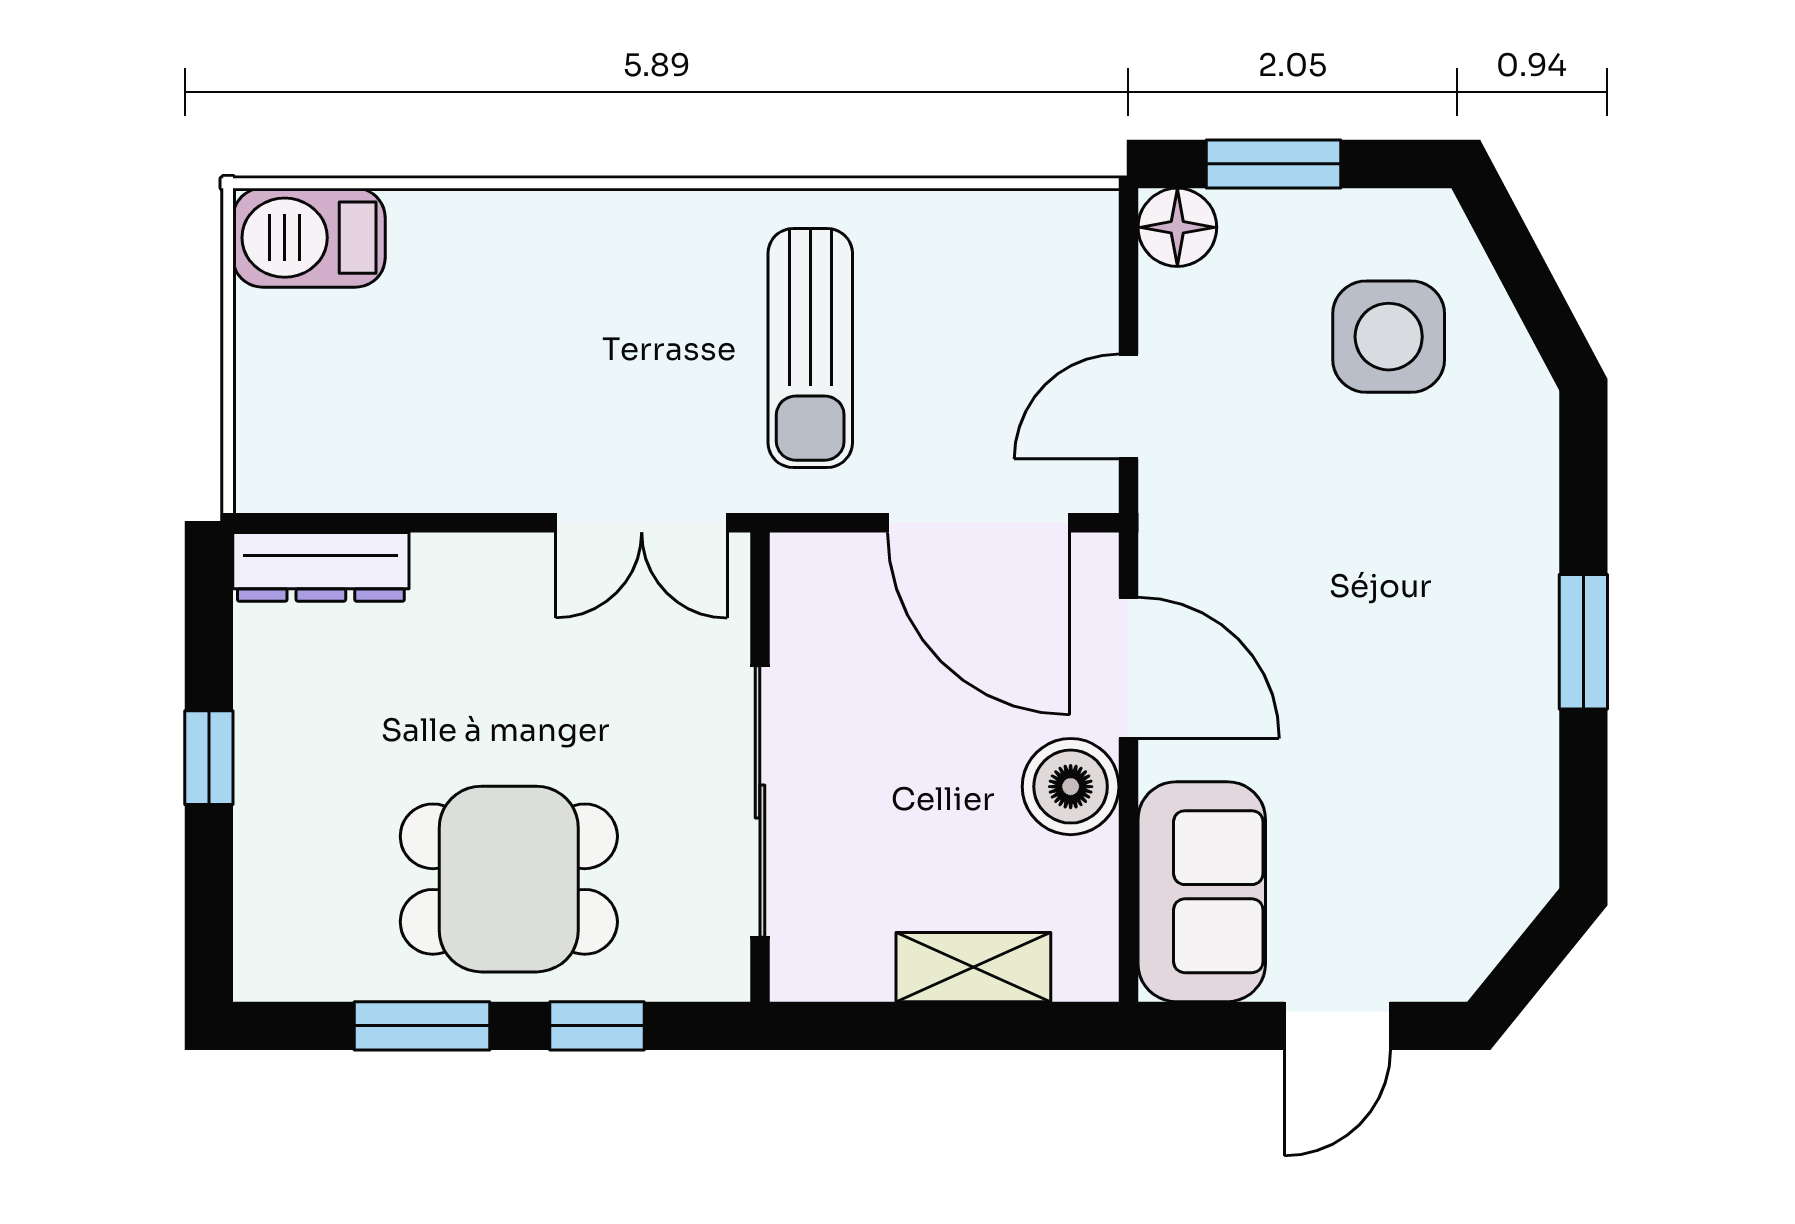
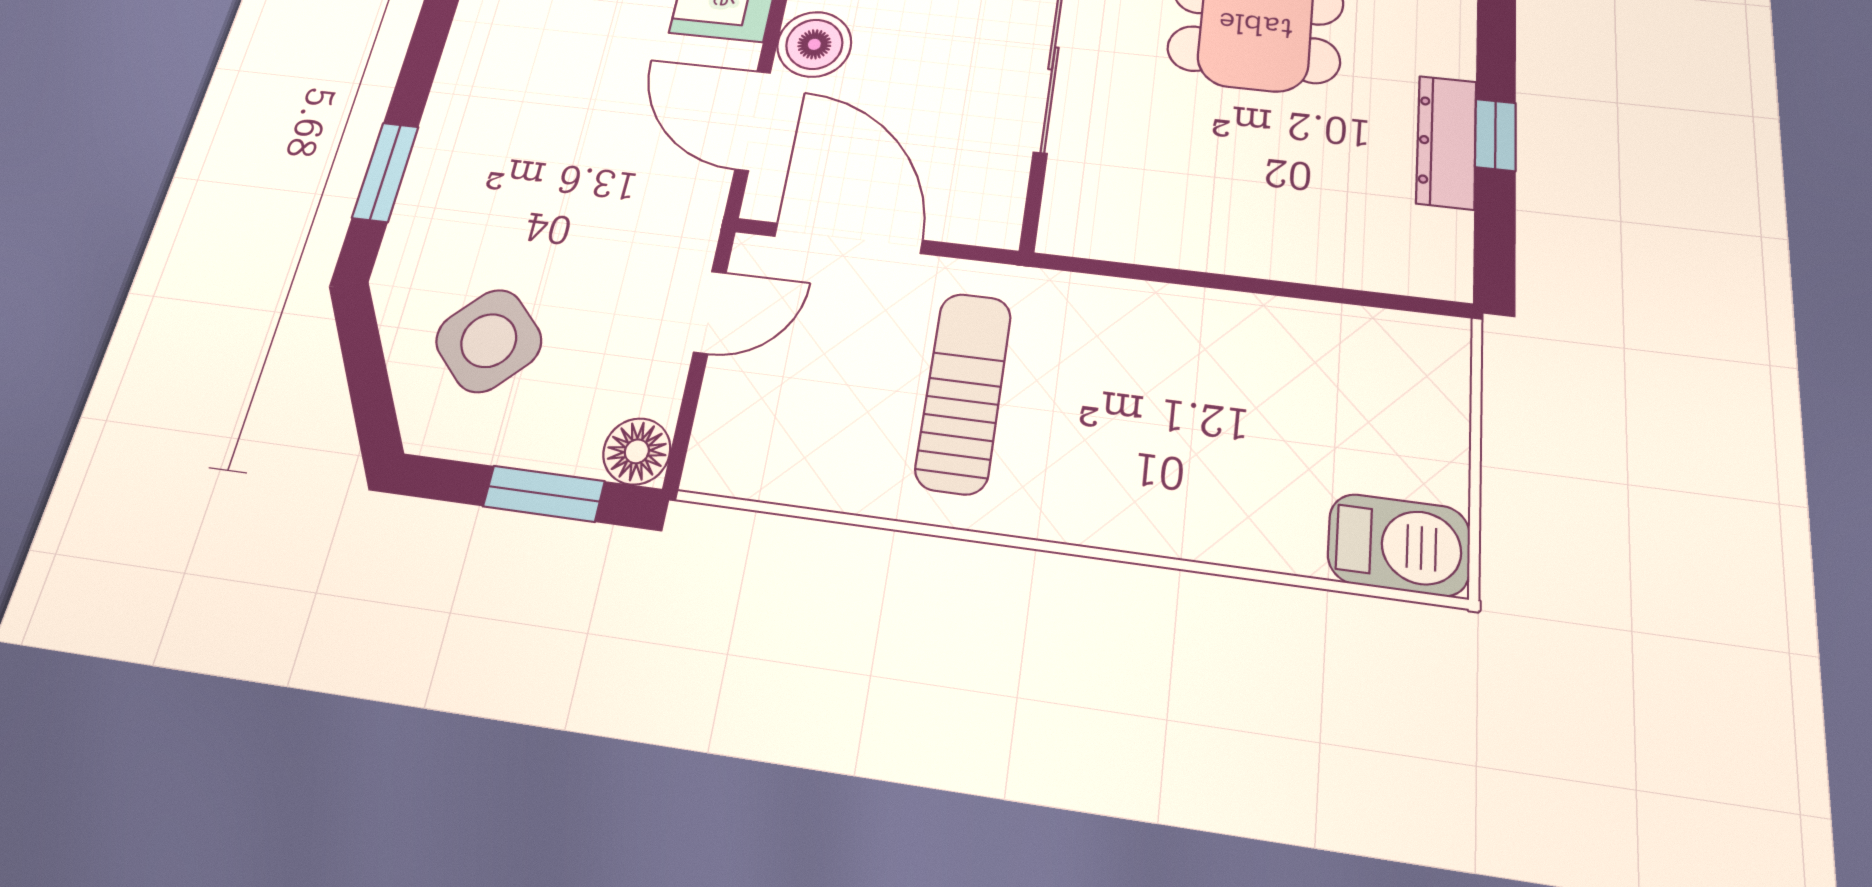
side table: (1389, 337) -> (489, 341), turned 45
double door: (642, 523) -> (1124, 270), removed
dresser: (321, 567) -> (1446, 142), moved, turned -90
window: (1583, 642) -> (385, 172), moved

